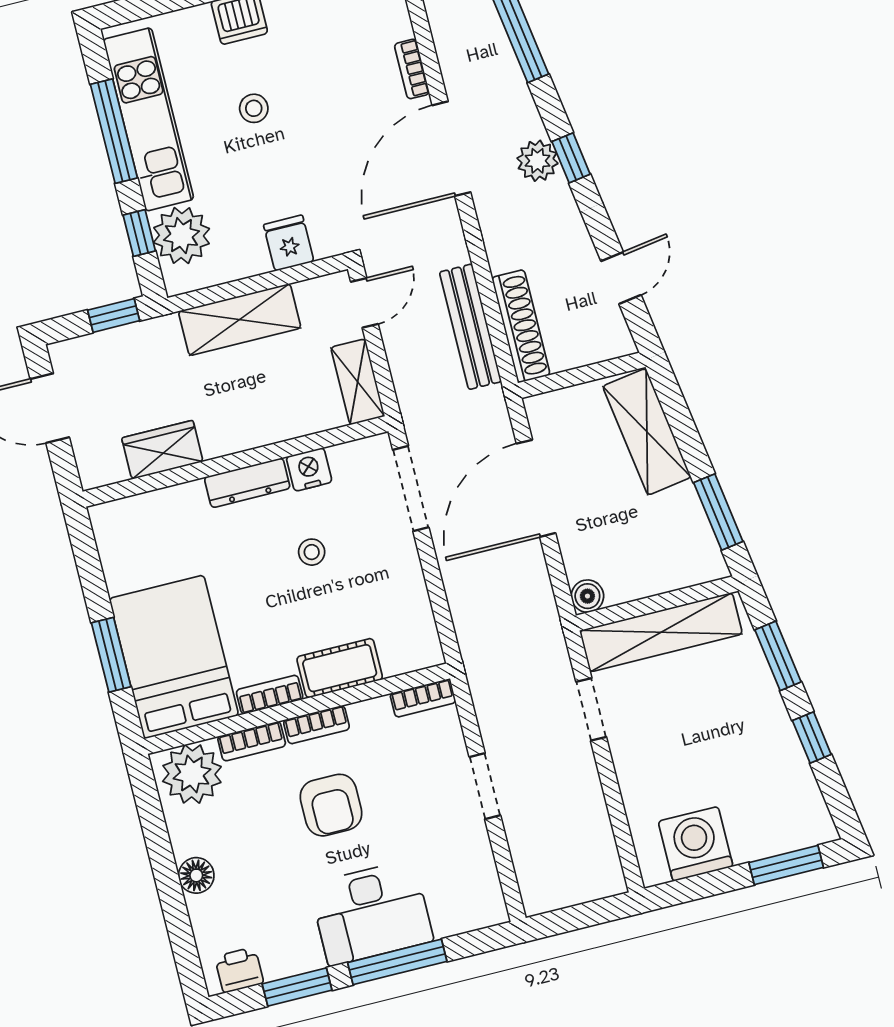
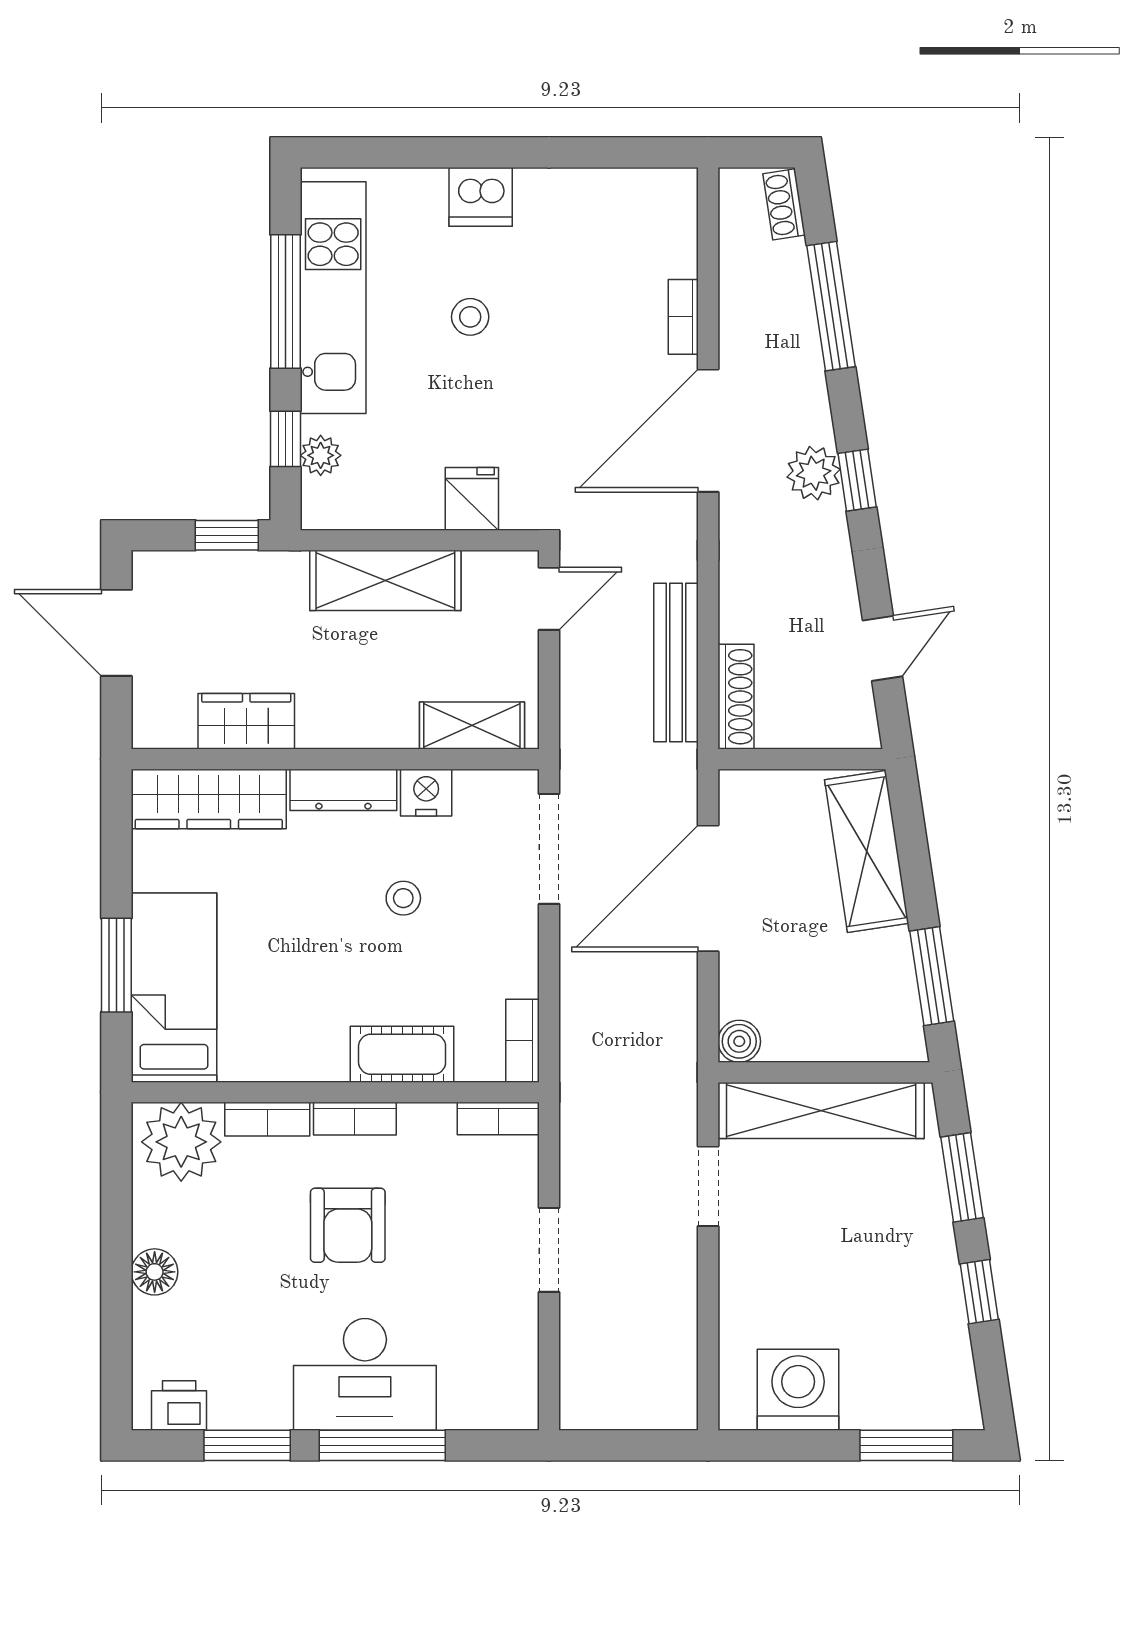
plant: (181, 236) -> (321, 455), width x0.53, depth x0.53
shoe rack: (521, 326) -> (736, 697), width x0.74, depth x0.81
shelving: (358, 382) -> (472, 726), moved, turned 90
wardrobe: (149, 514) -> (209, 799), added
bed: (174, 657) -> (174, 988), width x0.67
bookcase: (270, 695) -> (522, 1041), moved, turned -90

